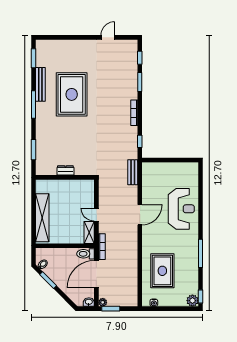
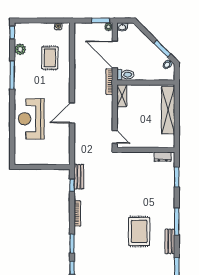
bench: (40, 84) -> (170, 241), width x0.73
rug: (72, 94) -> (139, 231), width x0.73, depth x0.69
dresser: (65, 170) -> (163, 157), moved
bench: (133, 172) -> (79, 177), moved
door: (96, 215) -> (115, 137), moved
rug: (162, 271) -> (50, 58), width x0.73, depth x0.70
door: (96, 274) -> (115, 55), swing flipped
plant: (192, 301) -> (20, 49), moved

